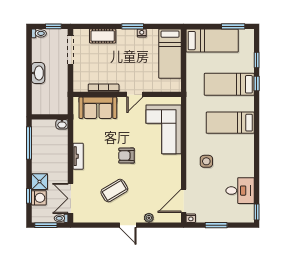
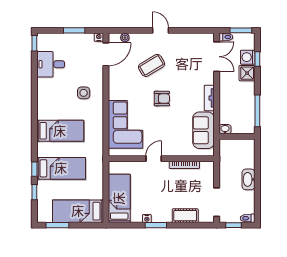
sofa: (98, 108) -> (204, 130), moved, turned -90
coffee table: (114, 191) -> (151, 65), moved
plant: (149, 218) -> (125, 38), moved

